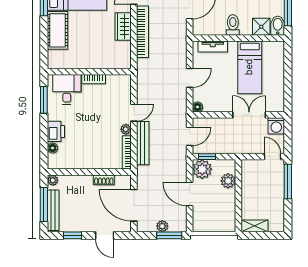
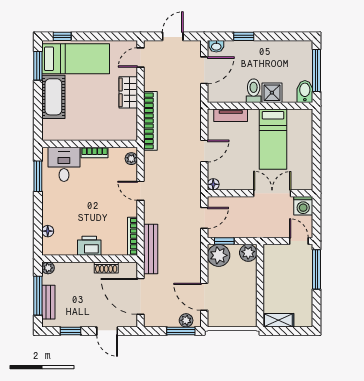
shower: (261, 27) -> (272, 93), moved
bookcase: (143, 32) -> (150, 121), moved
door: (134, 113) -> (141, 191), swing flipped
plant: (126, 129) -> (131, 159), moved
printer: (56, 131) -> (89, 246), moved, turned -90
bench: (143, 143) -> (151, 249), moved
plant: (228, 181) -> (248, 253), moved
door: (190, 194) -> (204, 297), moved
bench: (53, 210) -> (48, 302), width x0.73
plant: (162, 226) -> (186, 320), moved

